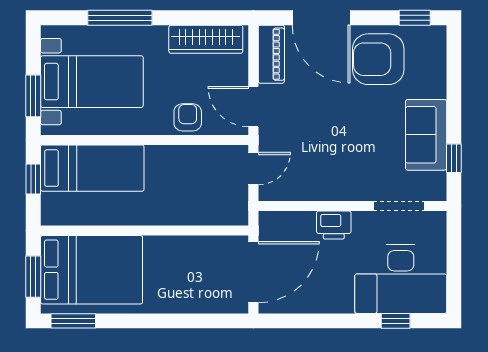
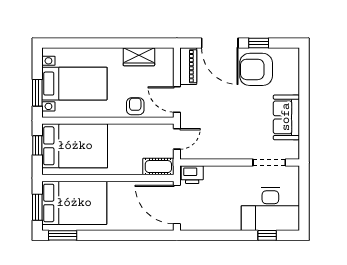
window: (120, 18) -> (92, 43), removed
window: (415, 18) -> (259, 43), moved
wardrobe: (206, 39) -> (139, 57), width x0.67
window: (454, 158) -> (304, 132), removed
bed: (92, 168) -> (75, 146), width x1.50
cot: (224, 212) -> (158, 167), added
printer: (334, 225) -> (192, 175), moved
door: (253, 272) -> (177, 204), swing flipped

